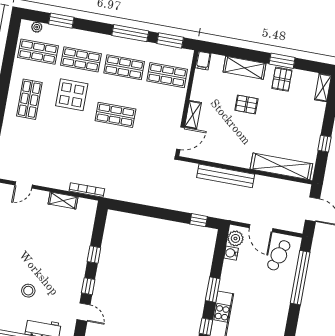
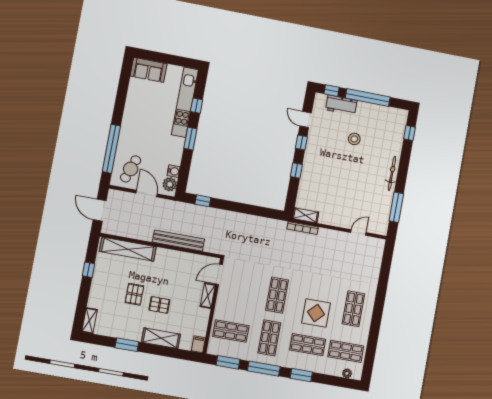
window: (61, 21) -> (301, 375), moved
shop shelf: (124, 67) -> (269, 338), turned 90
pallet: (282, 79) -> (134, 294), moved
shop shelf: (115, 115) -> (277, 295), turned 90
shelving: (63, 201) -> (306, 215), moved

